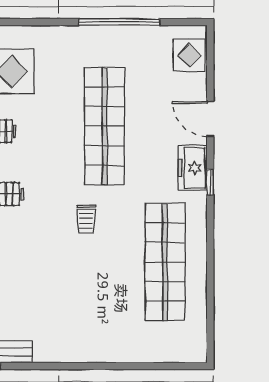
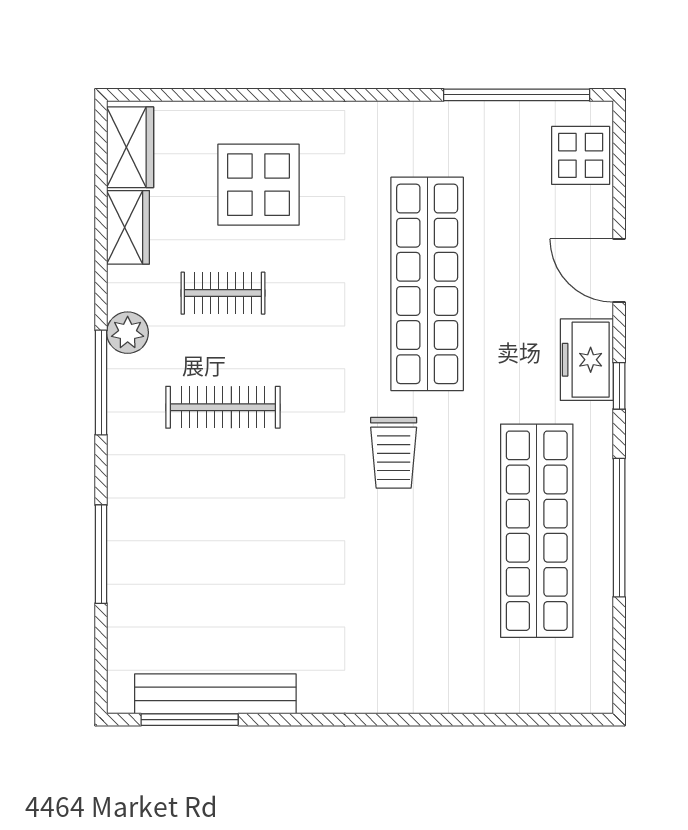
window: (119, 22) -> (517, 95), moved
trolley: (86, 219) -> (394, 453), width x1.36, depth x1.39
window: (210, 260) -> (619, 528), added

